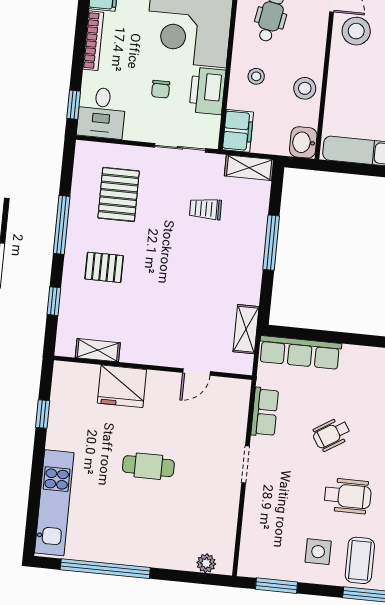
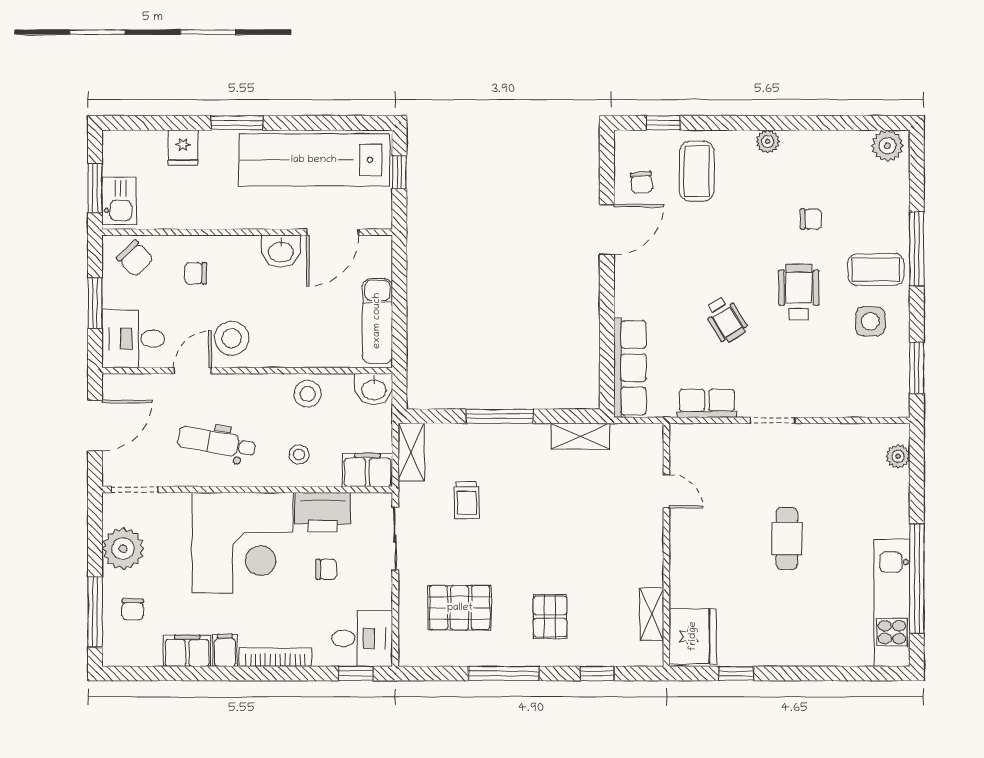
shelving: (246, 329) -> (580, 436), moved
fridge: (122, 386) -> (693, 636), moved
kitchen unit: (54, 503) -> (892, 603), moved, turned -90

